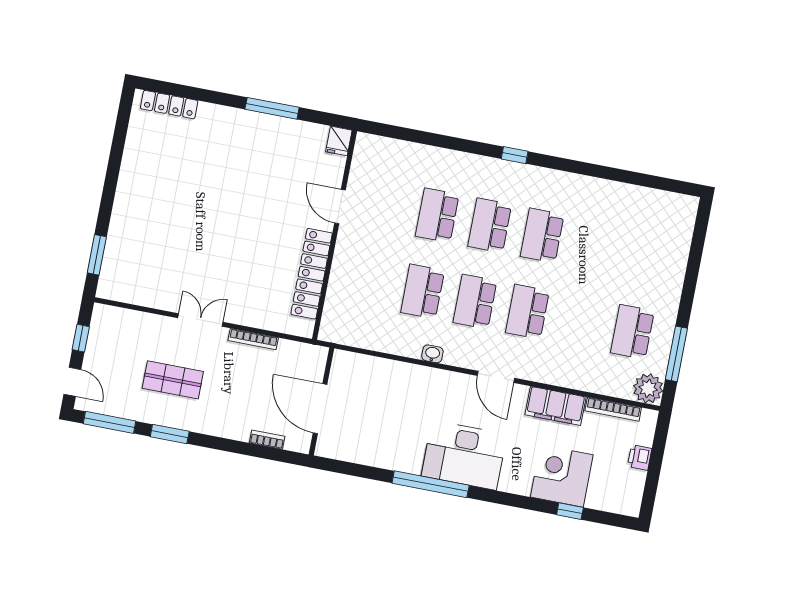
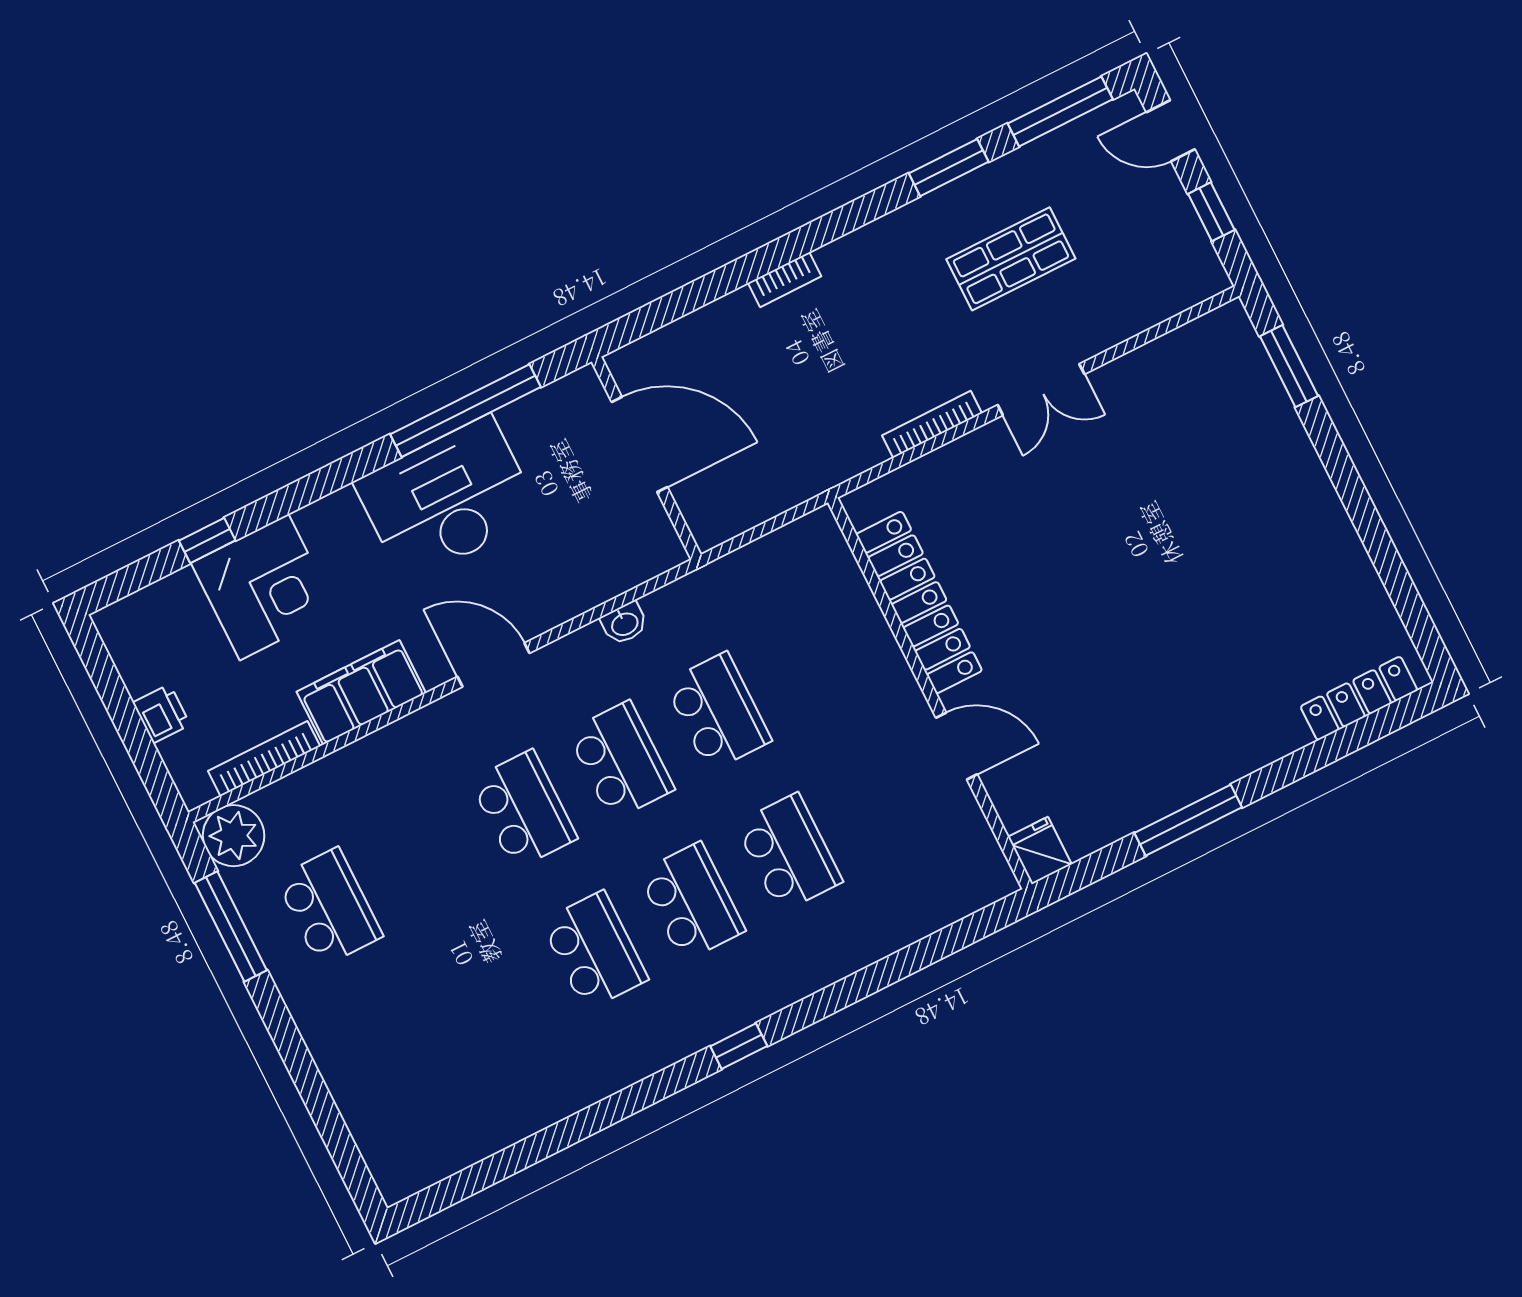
wall: (321, 401) -> (646, 458), moved
door: (320, 409) -> (639, 445), moved

